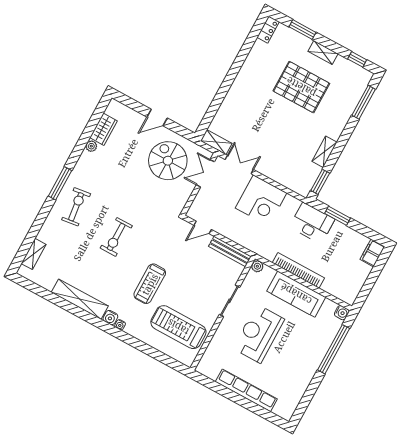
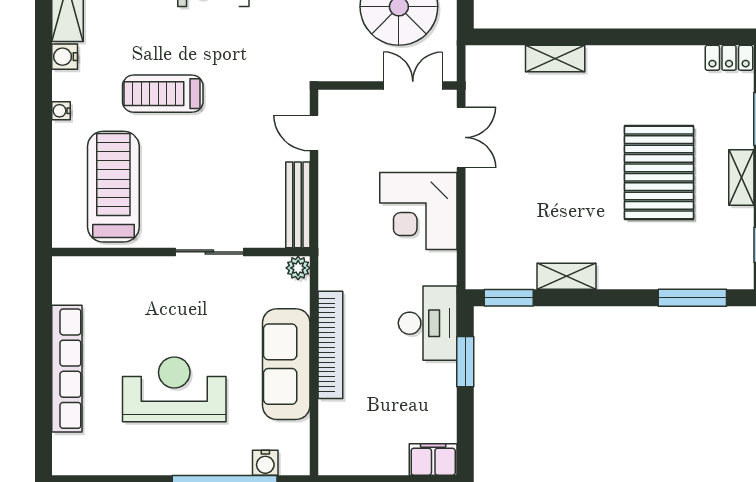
shelving: (216, 142) -> (555, 59), moved, turned 90
water cooler: (342, 313) -> (265, 463), moved
water cooler: (120, 325) -> (61, 111), moved
reception desk: (259, 334) -> (174, 389), moved

